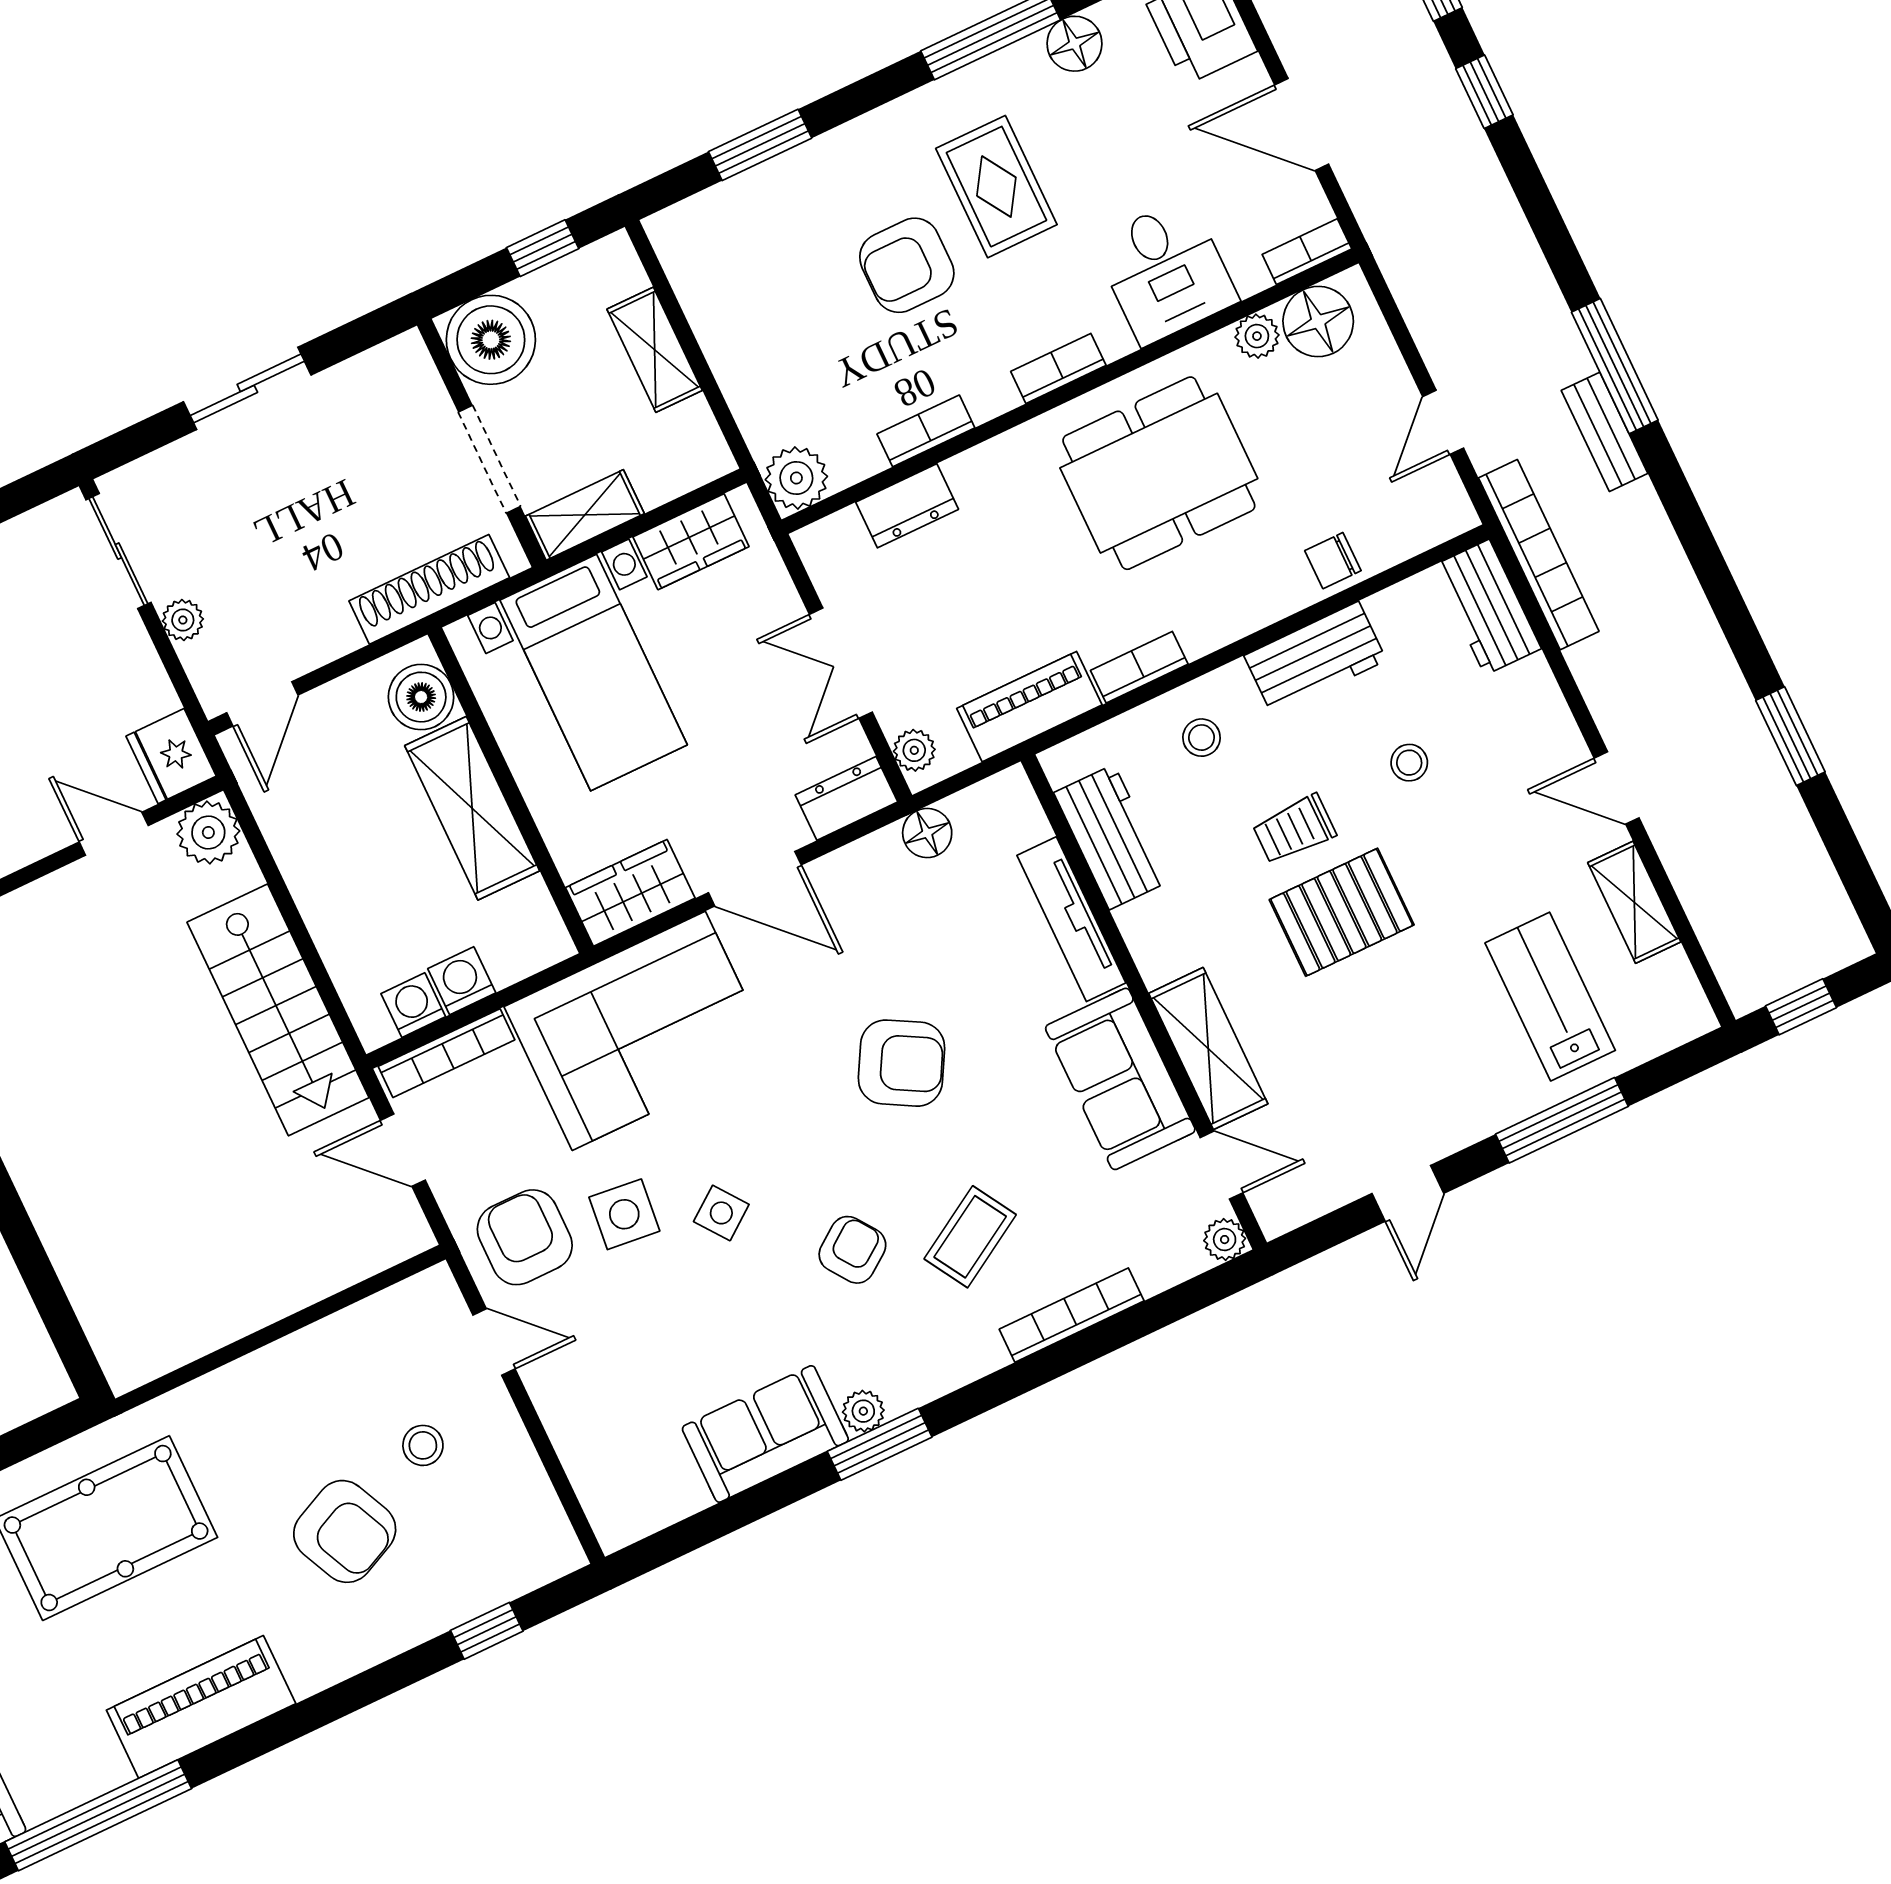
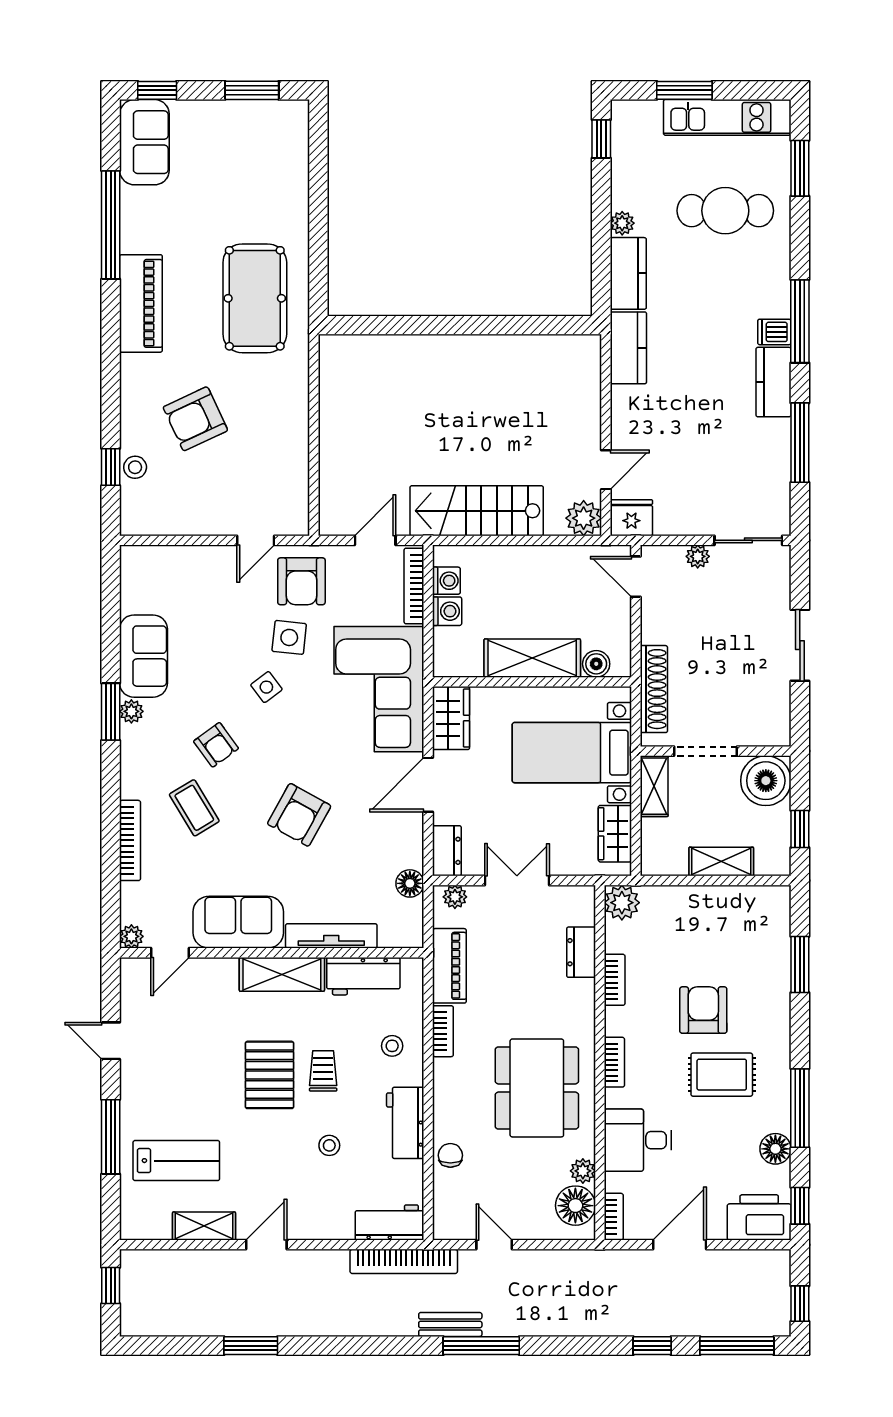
boiler: (421, 697) -> (596, 664), width x0.73, depth x0.73
shelving: (1208, 1049) -> (282, 974), moved
armchair: (525, 1237) -> (301, 581), turned 90
stool: (423, 1445) -> (135, 467), moved

